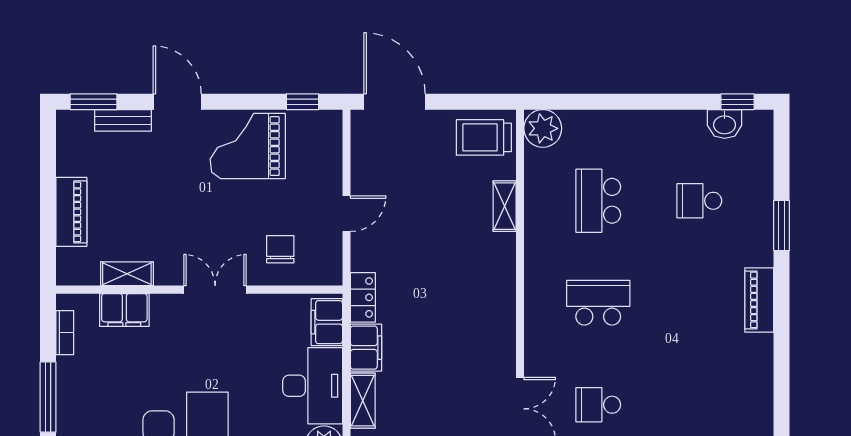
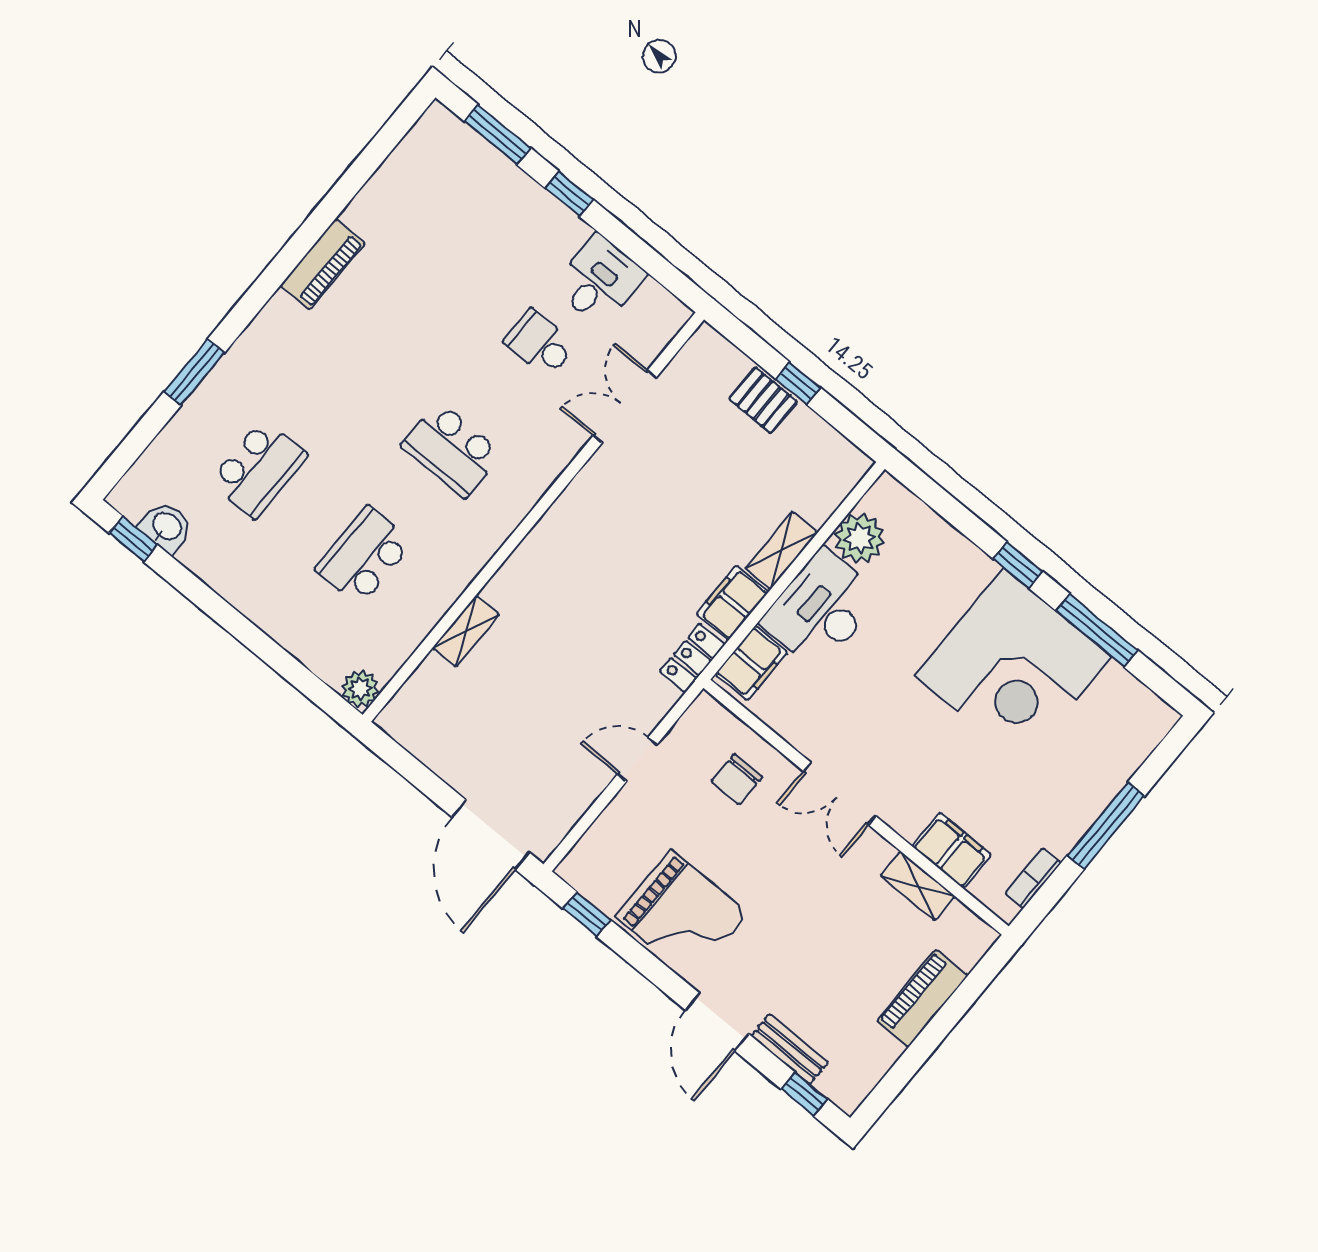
window: (93, 102) -> (804, 1094), width x0.67
plant: (543, 128) -> (360, 689), width x0.73, depth x0.73
trolley: (484, 137) -> (428, 720), removed
school desk: (598, 201) -> (364, 556), turned 180
school desk: (699, 201) -> (259, 469), width x1.85
piano: (759, 300) -> (323, 264), moved
school desk: (598, 405) -> (540, 343), turned 180

